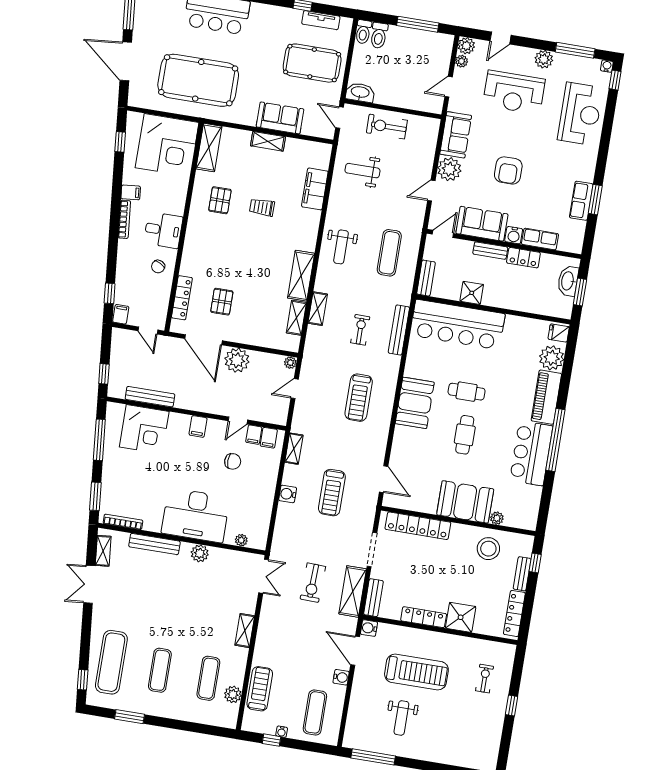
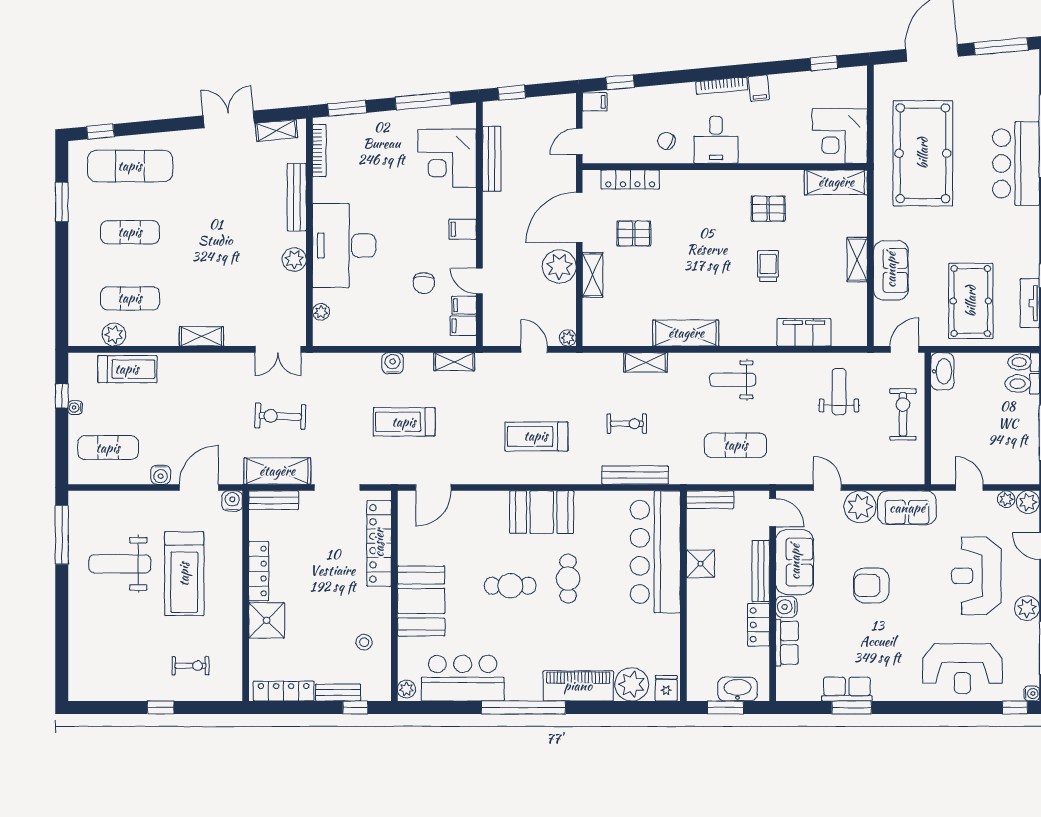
corner desk: (167, 145) -> (840, 136), width x0.74, depth x0.74
bench: (490, 251) -> (761, 571), width x1.36
shelving: (296, 318) -> (593, 275), moved, turned 90
bar counter: (531, 453) -> (463, 678), moved
plant: (497, 518) -> (406, 689), moved
stool: (488, 549) -> (364, 642), width x0.53, depth x0.53
weight bench: (401, 718) -> (120, 564), width x1.36, depth x1.33

